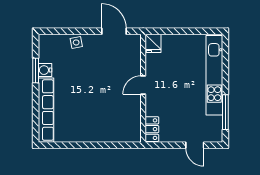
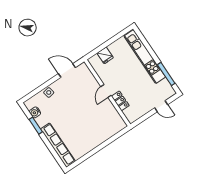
fridge: (153, 43) -> (105, 55), moved
water cooler: (45, 70) -> (35, 112), moved
locker: (152, 129) -> (120, 101), moved

